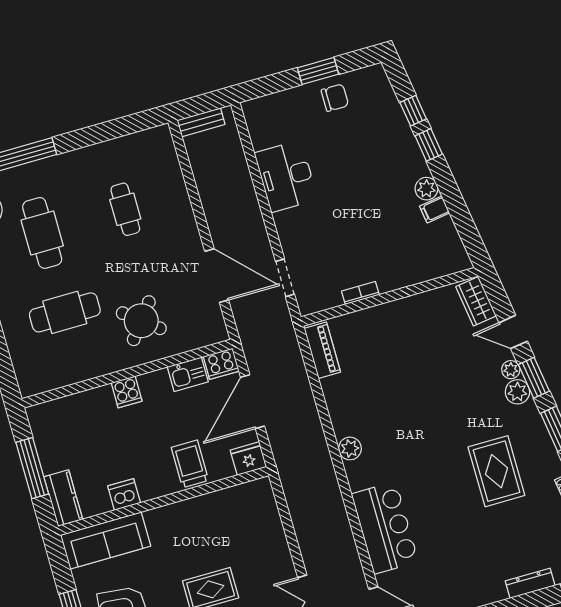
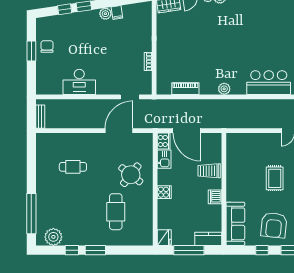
cafe table: (42, 233) -> (73, 212), removed
piano: (322, 350) -> (185, 89), moved
fridge: (248, 459) -> (164, 238), moved, turned 180
rug: (496, 471) -> (256, 19), removed
dishwasher: (124, 494) -> (215, 197), moved

